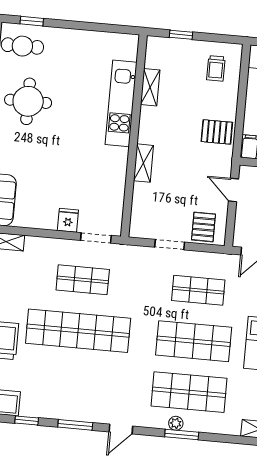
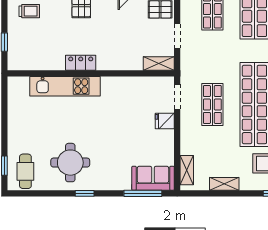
shelving: (150, 87) -> (50, 64), removed
locker: (148, 125) -> (81, 63), added
shelving: (143, 163) -> (159, 63), moved

